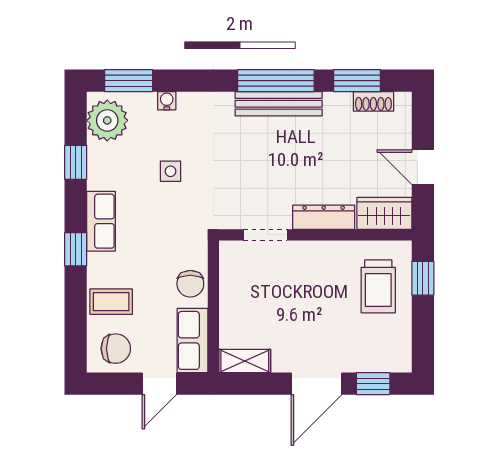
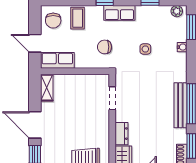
plant: (107, 120) -> (177, 11), width x0.53, depth x0.53
dresser: (324, 217) -> (121, 134), width x0.70
chair: (190, 284) -> (104, 47), moved

